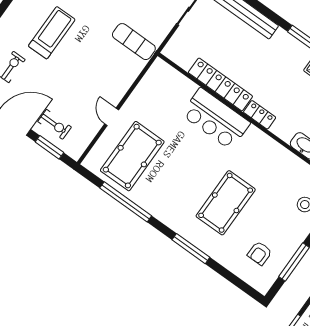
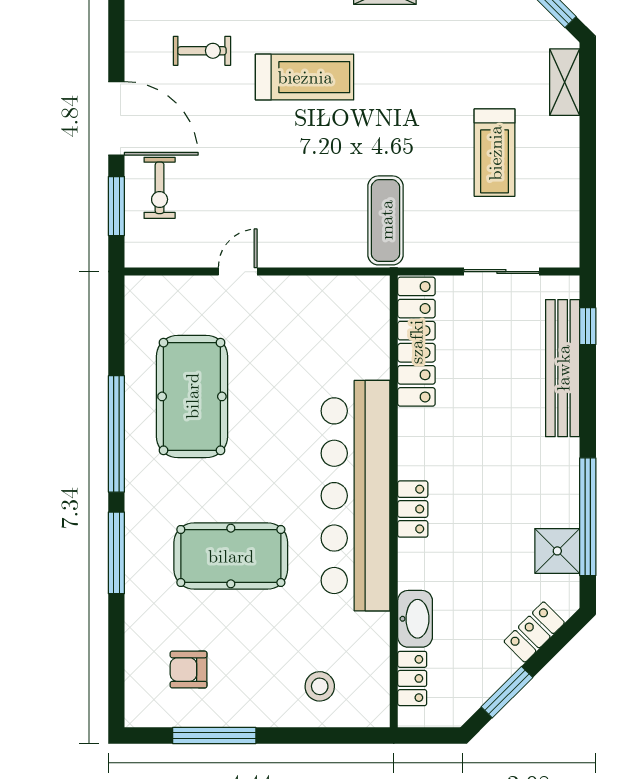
locker: (220, 84) -> (416, 342), moved
bar counter: (216, 119) -> (356, 496), width x1.86
pool table: (132, 156) -> (192, 396), moved, turned 90
window: (126, 202) -> (116, 434), moved

